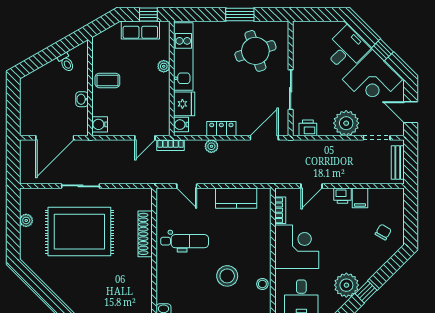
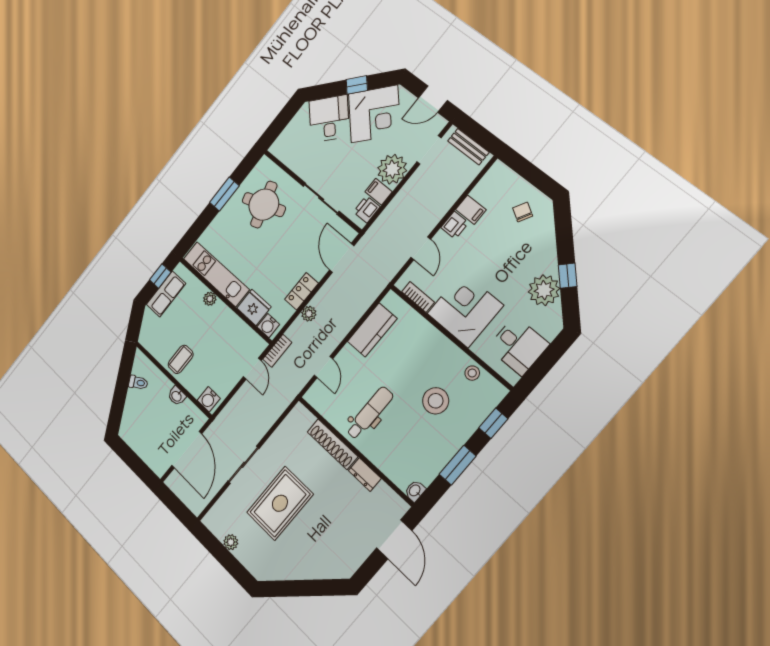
filing cabinet: (325, 126) -> (379, 192), added
door: (187, 186) -> (323, 367), hinge flipped
rug: (79, 232) -> (280, 503), width x0.73, depth x0.69
dresser: (145, 270) -> (365, 475), added

